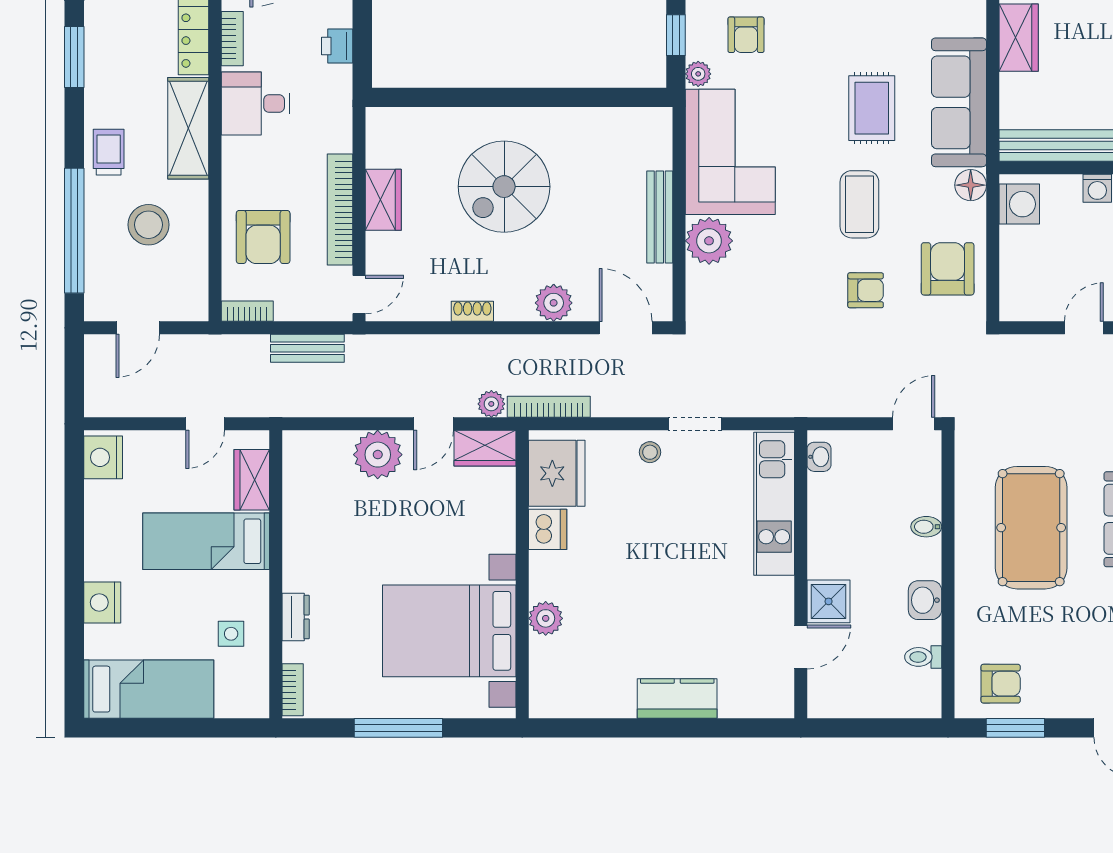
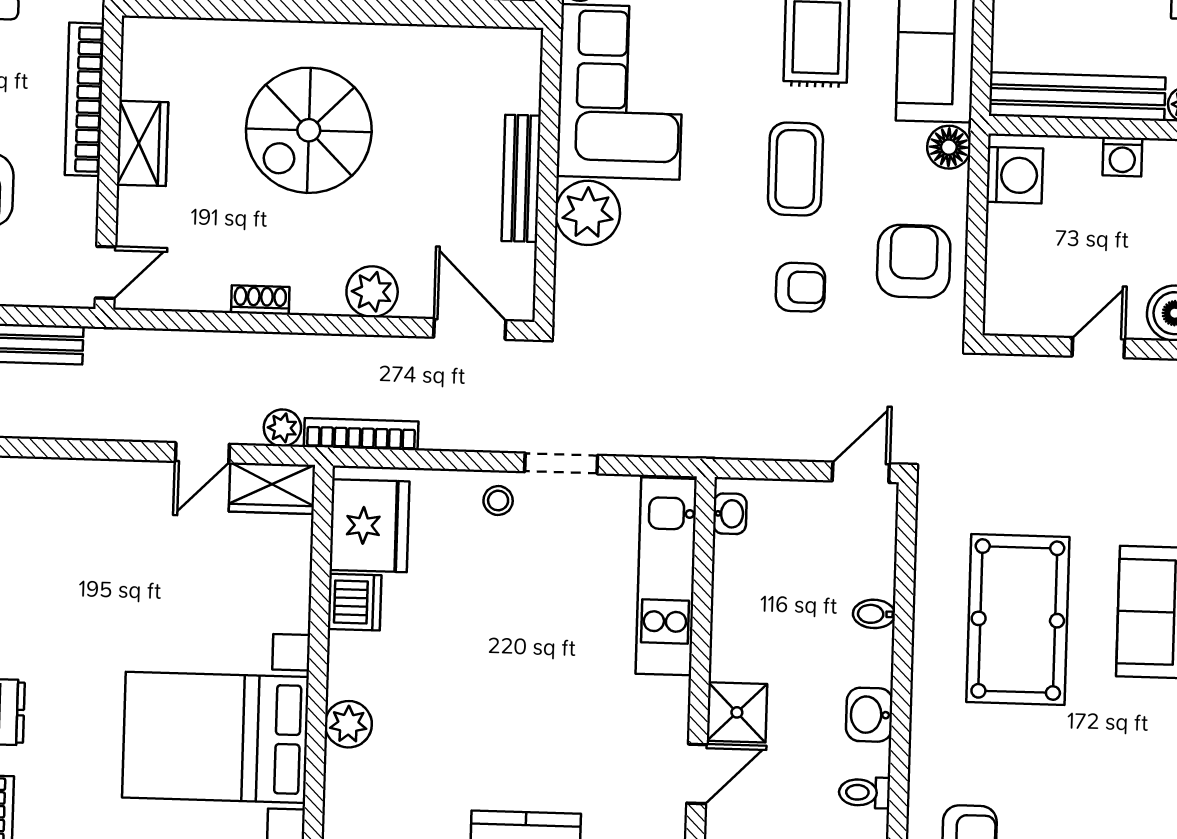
bookcase: (340, 209) -> (84, 99), moved
plant: (378, 455) -> (125, 493), removed

